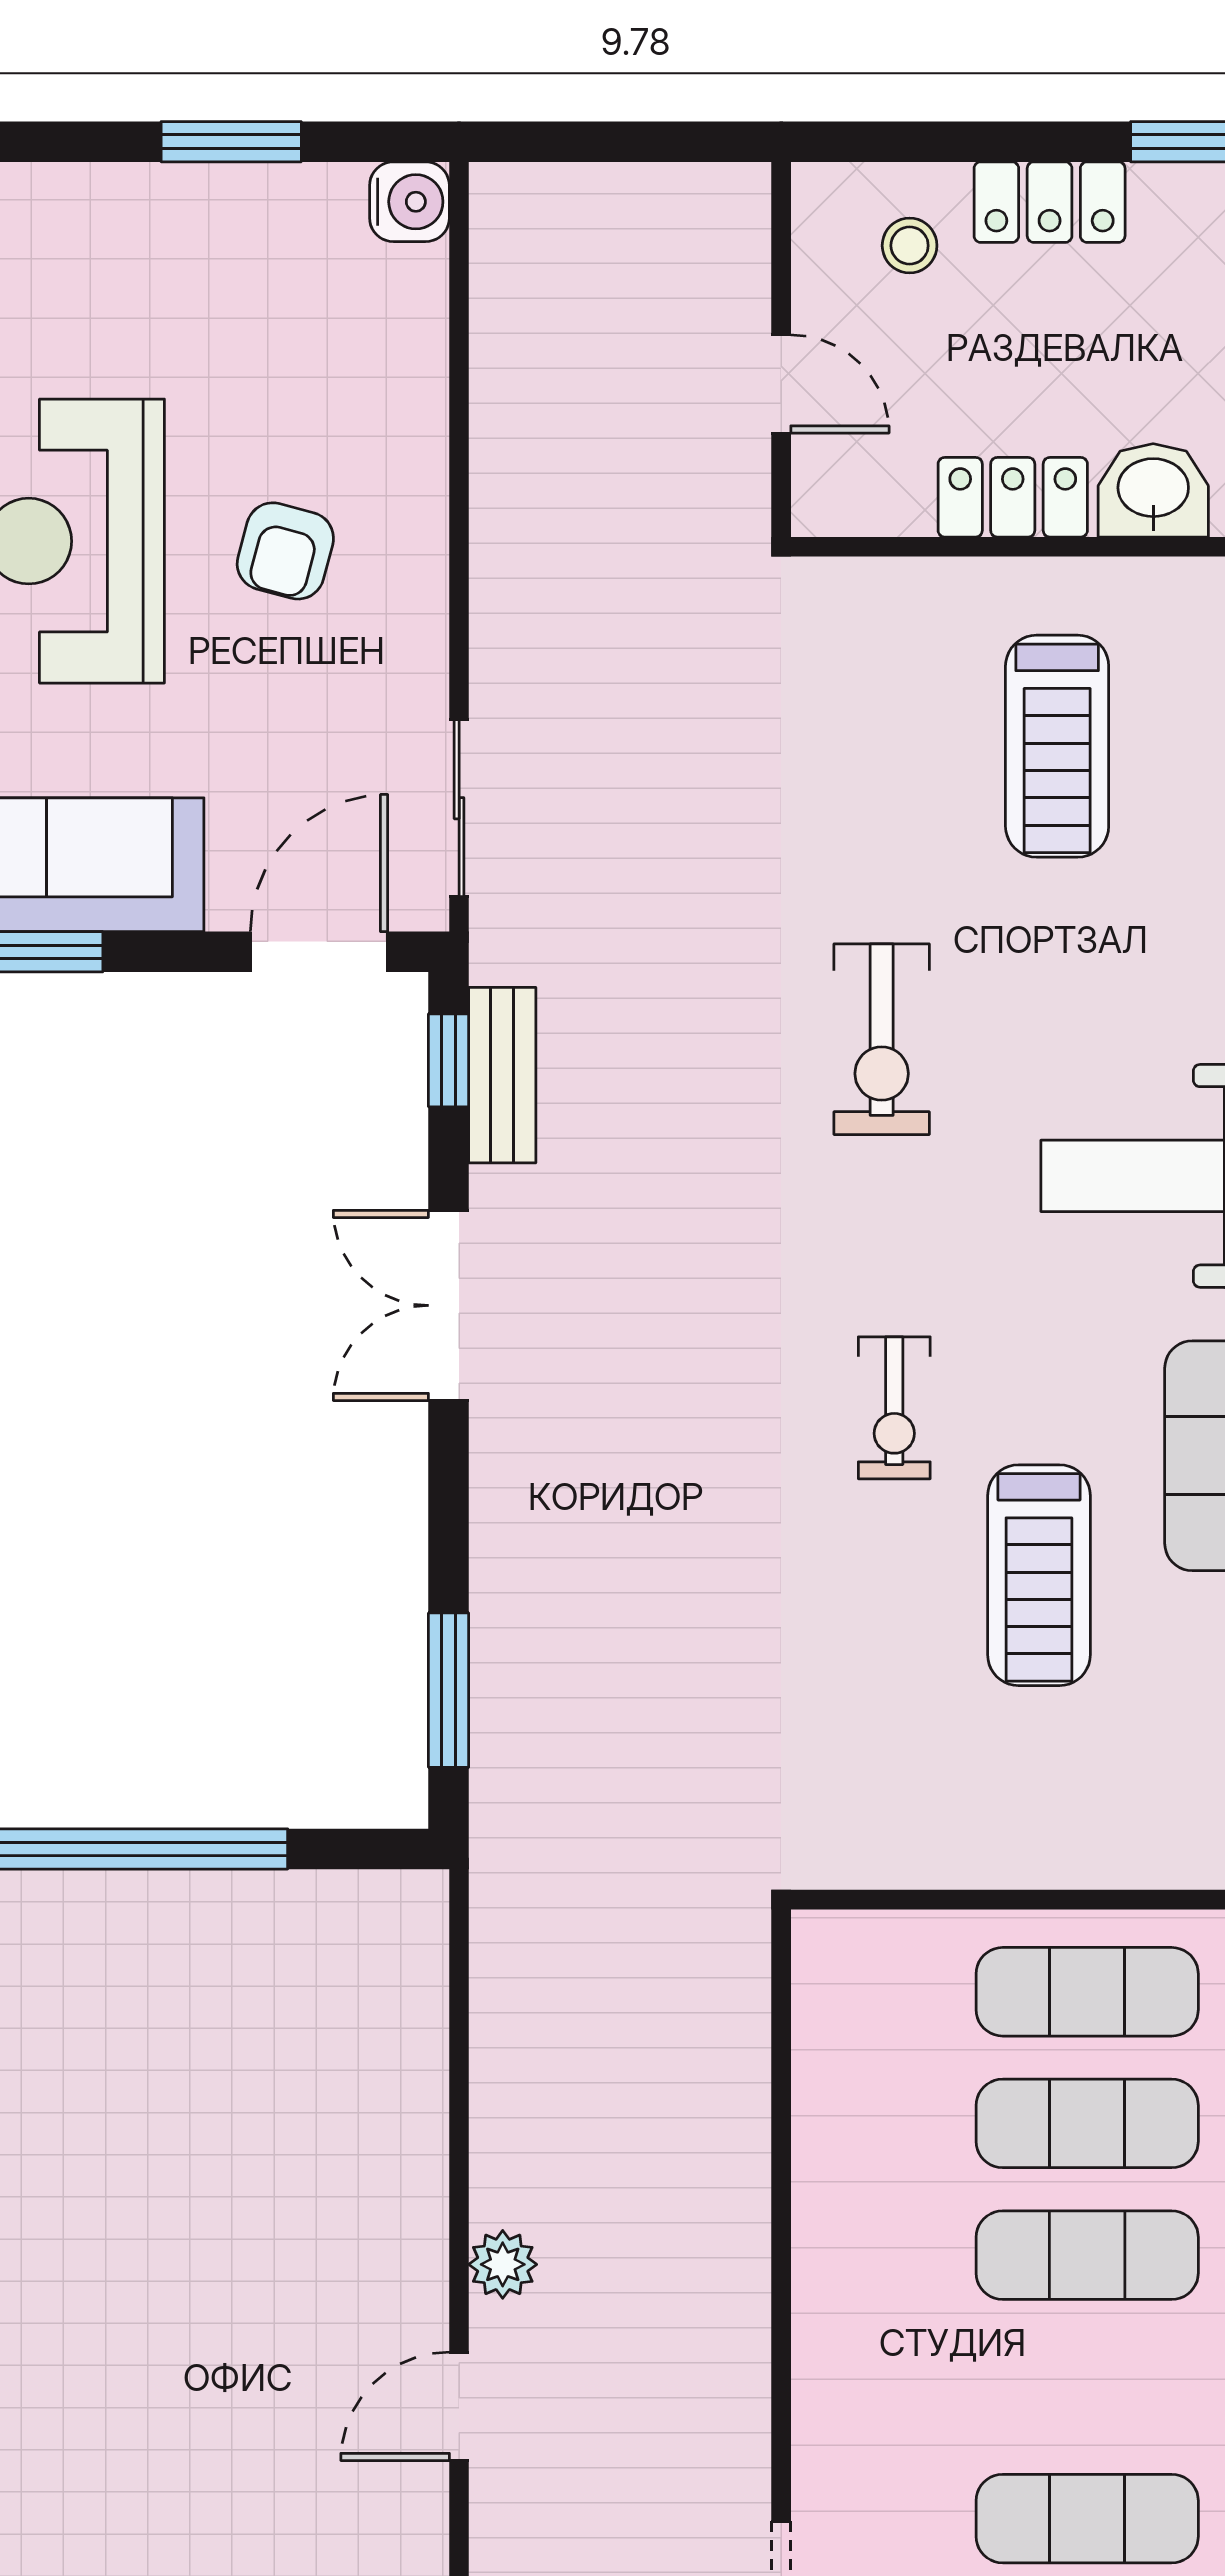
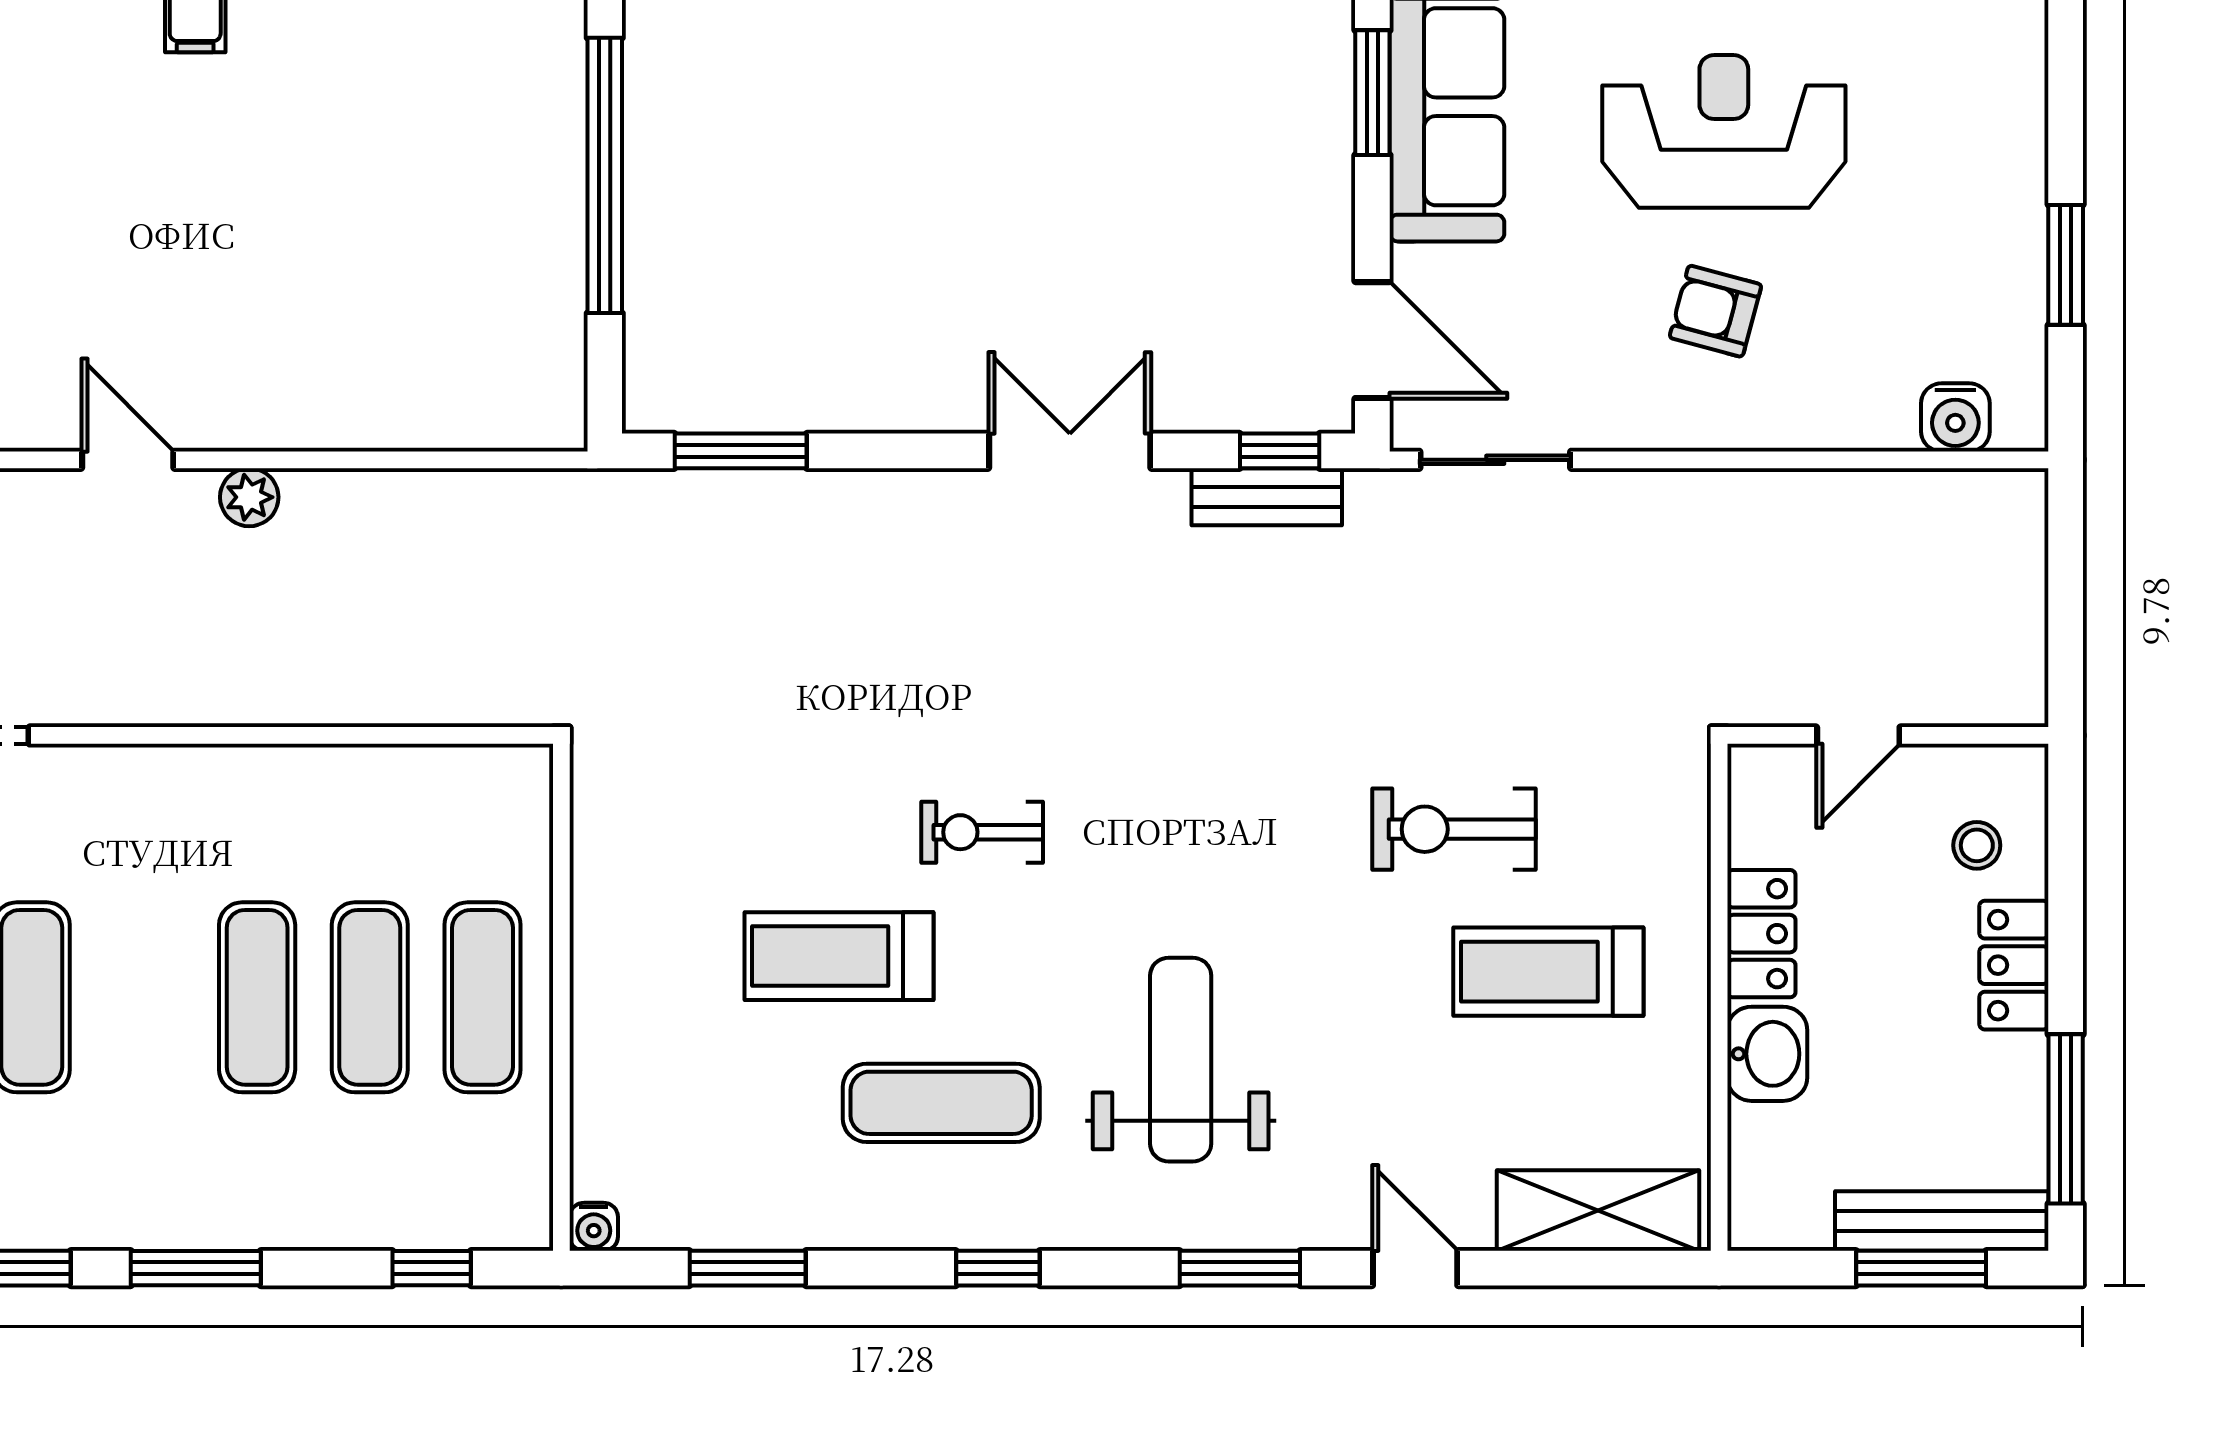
water cooler: (409, 202) -> (1955, 417), moved
exercise bike: (882, 1039) -> (1454, 829), moved

